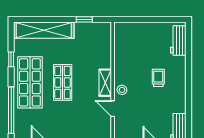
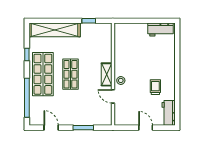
workbench: (178, 41) -> (160, 30), moved, turned -90
trolley: (158, 78) -> (155, 87), moved

